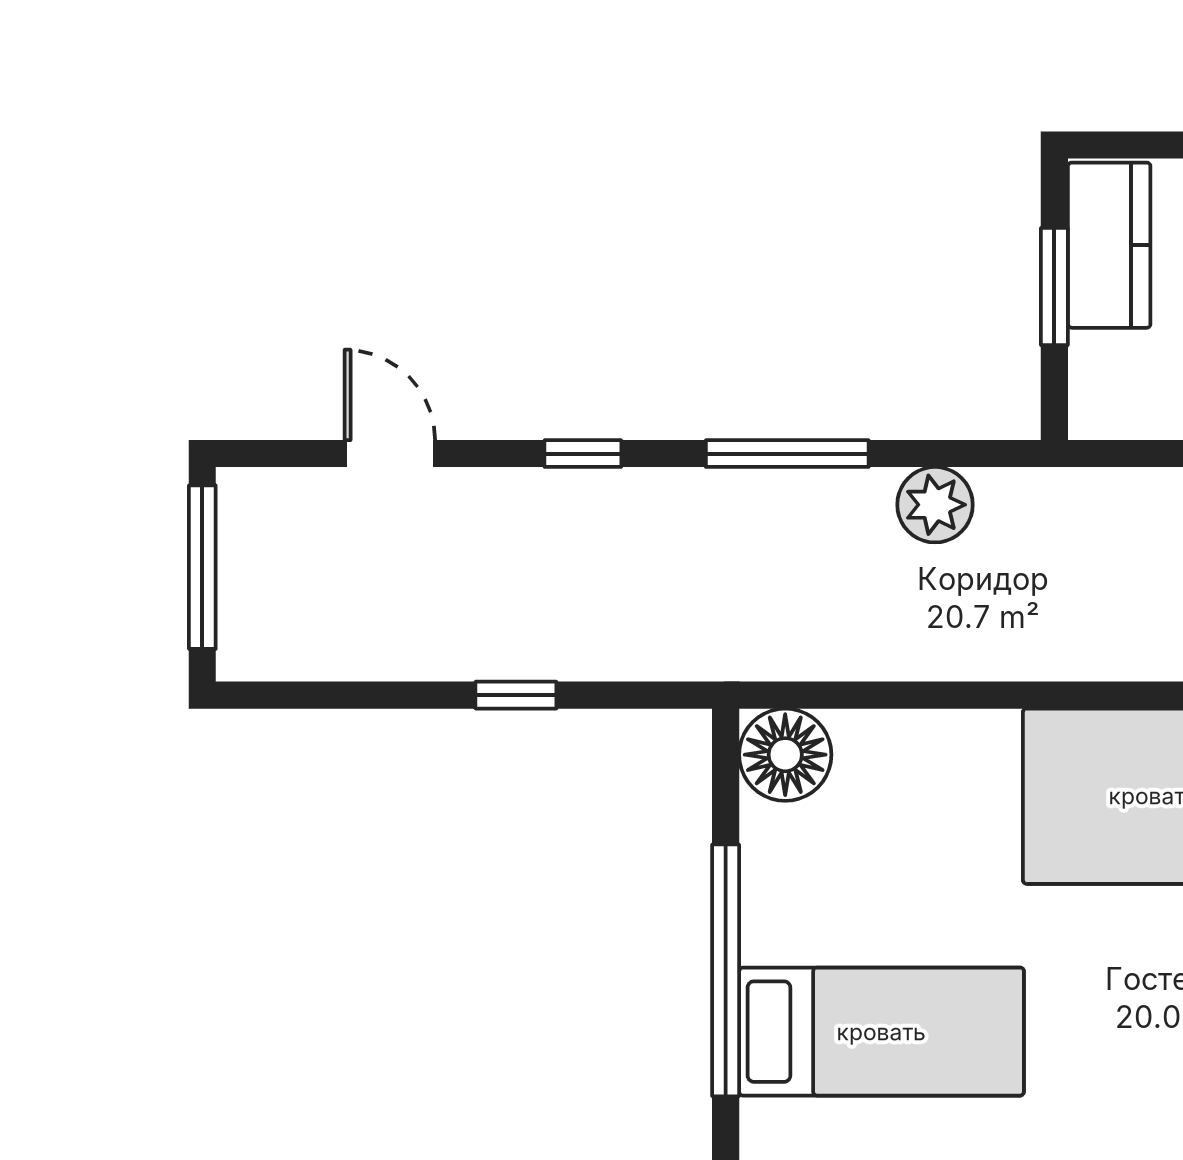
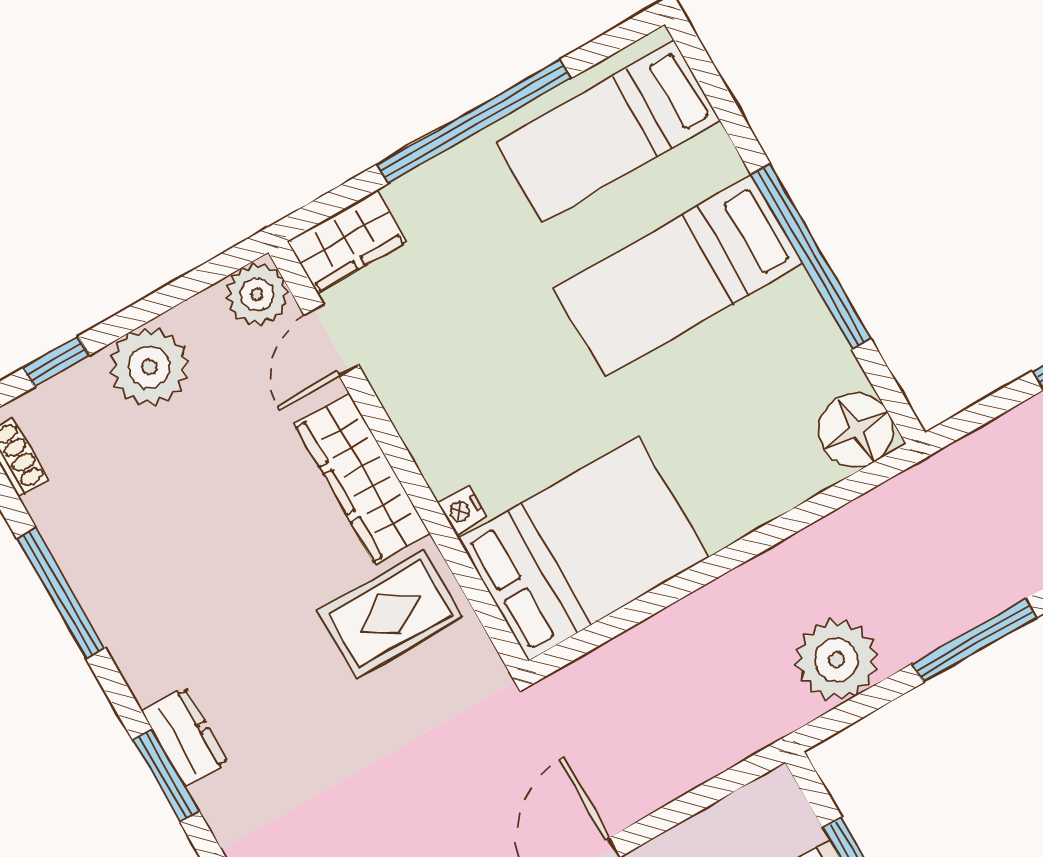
plant: (935, 505) -> (837, 660), width x1.36, depth x1.36

